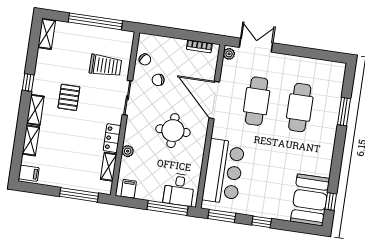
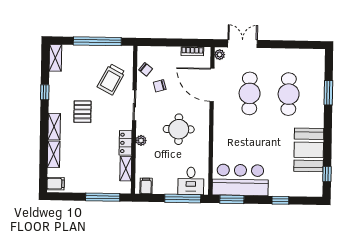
trolley: (105, 66) -> (111, 79), turned 118
window: (28, 83) -> (45, 92), moved
door: (214, 100) -> (212, 85), moved
plant: (128, 151) -> (141, 140), moved
bar counter: (223, 172) -> (240, 180), moved, turned -90
booth: (310, 200) -> (309, 150), moved
window: (262, 222) -> (280, 200), moved

